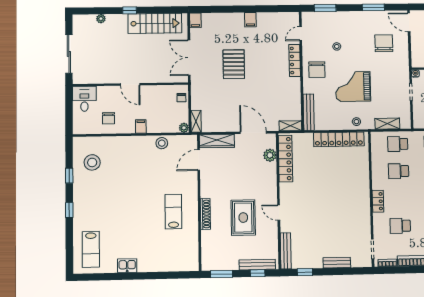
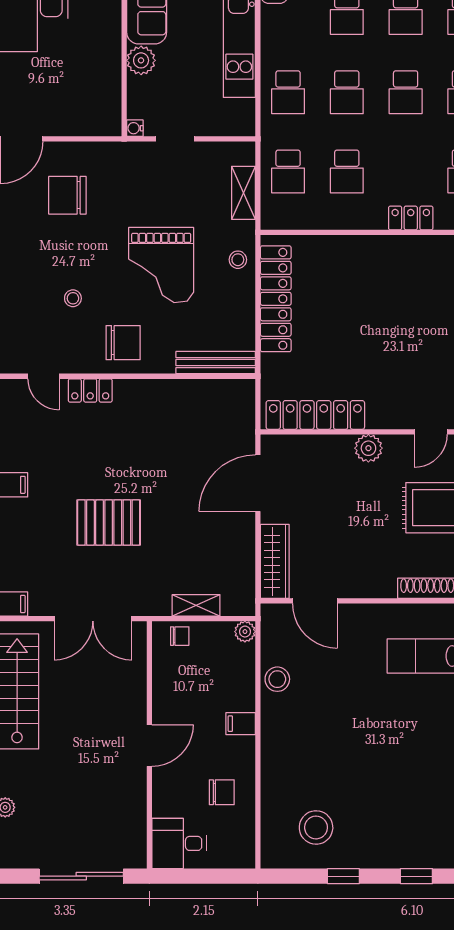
locker: (295, 60) -> (90, 390), width x0.66
shelving: (196, 121) -> (196, 605), moved
shelving: (290, 126) -> (245, 403), removed
plant: (270, 155) -> (368, 448), moved

